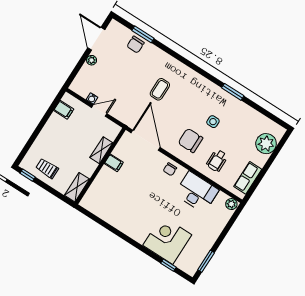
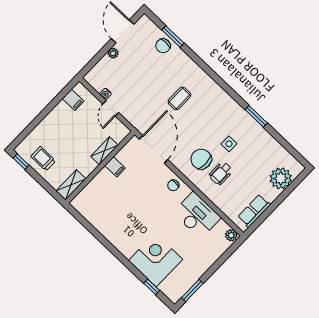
door: (99, 111) -> (111, 108), swing flipped
wheelchair: (217, 161) -> (221, 173), moved

